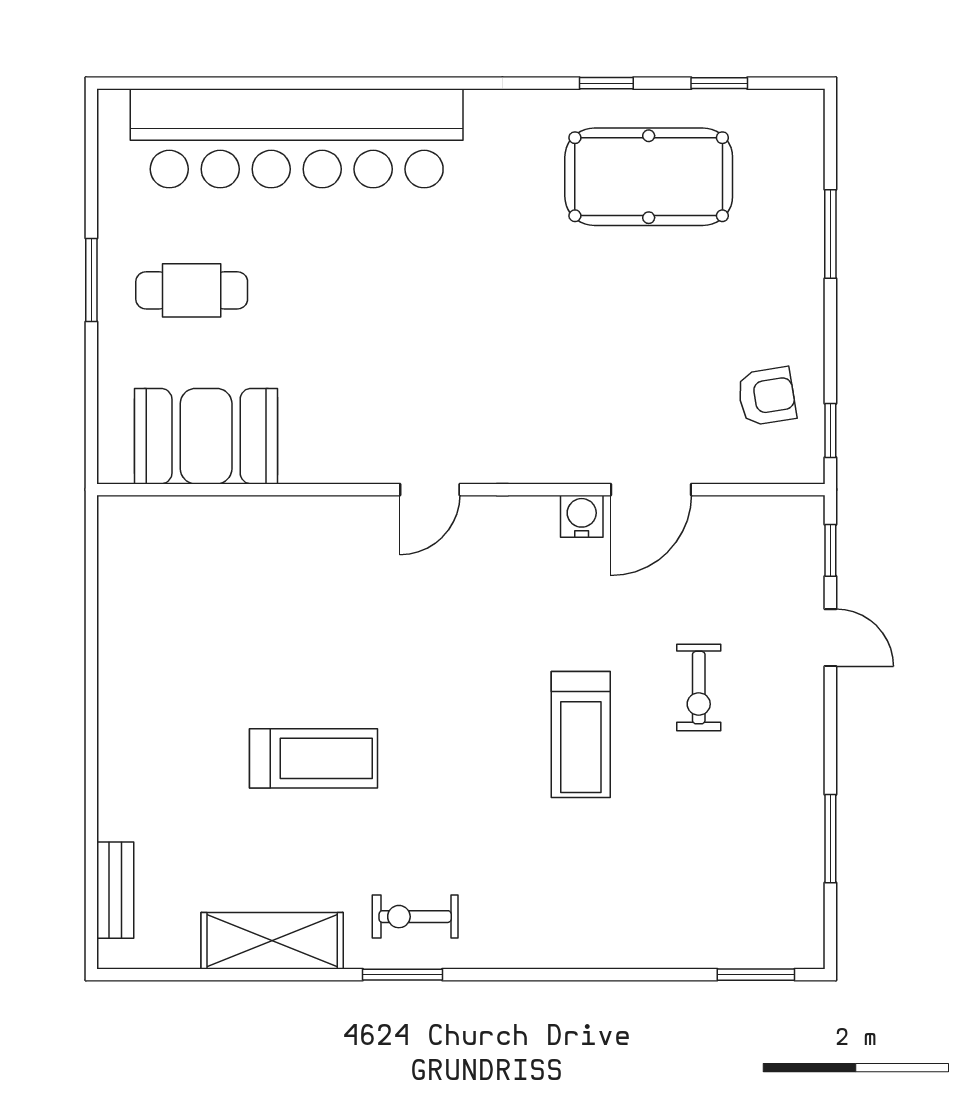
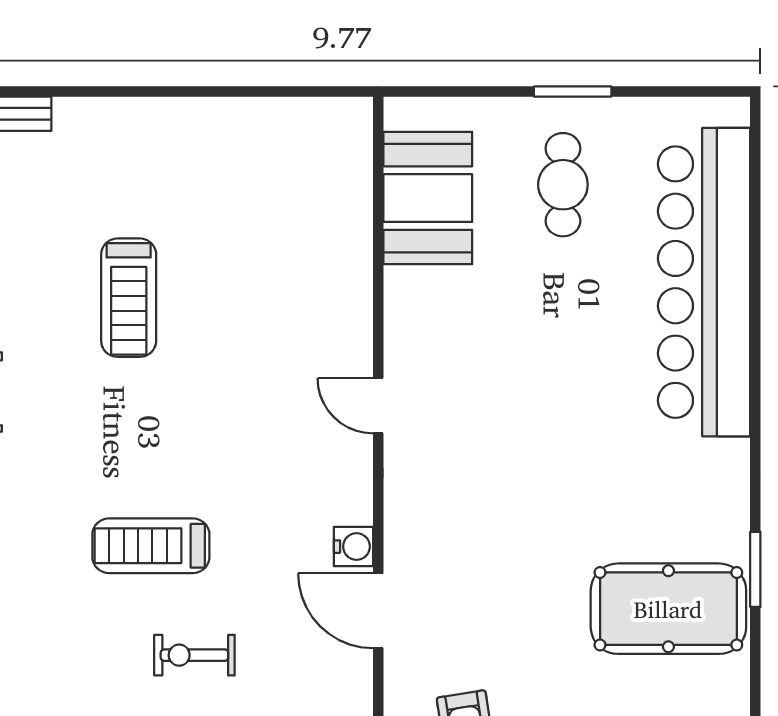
window: (606, 83) -> (755, 569), width x1.50
window: (719, 83) -> (755, 674), removed
pool table: (649, 177) -> (668, 609), turned 90

